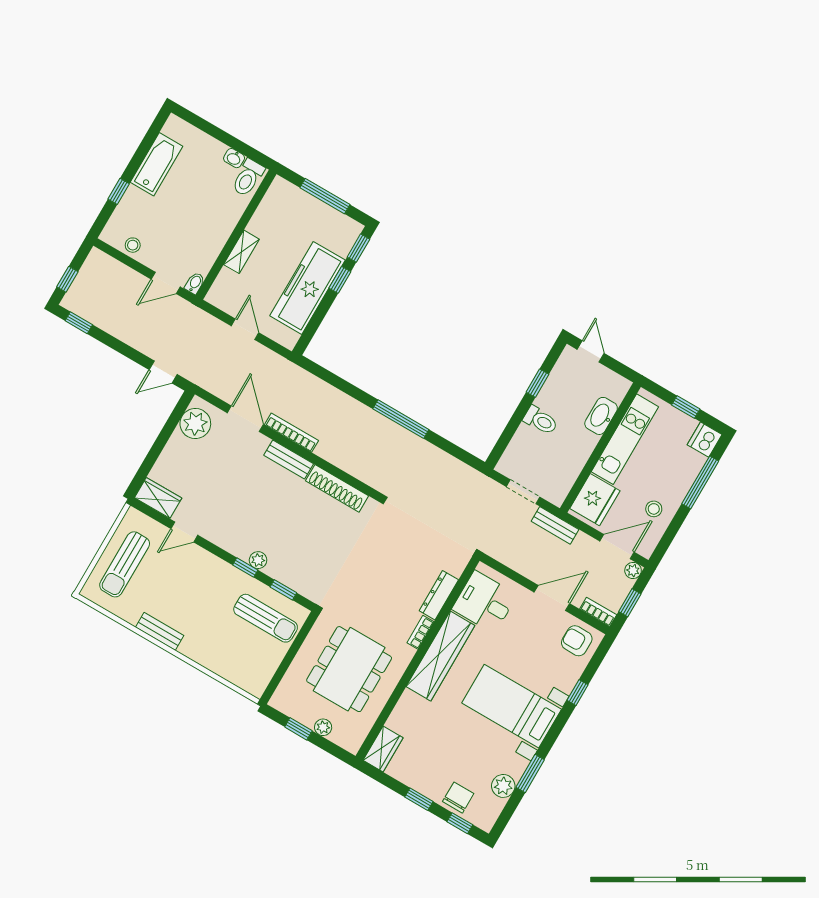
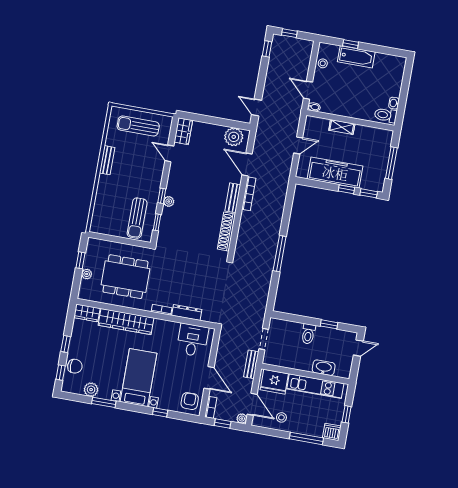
bathtub: (157, 164) -> (356, 57), moved
door: (245, 419) -> (247, 164), swing flipped
wardrobe: (440, 656) -> (126, 322), moved

